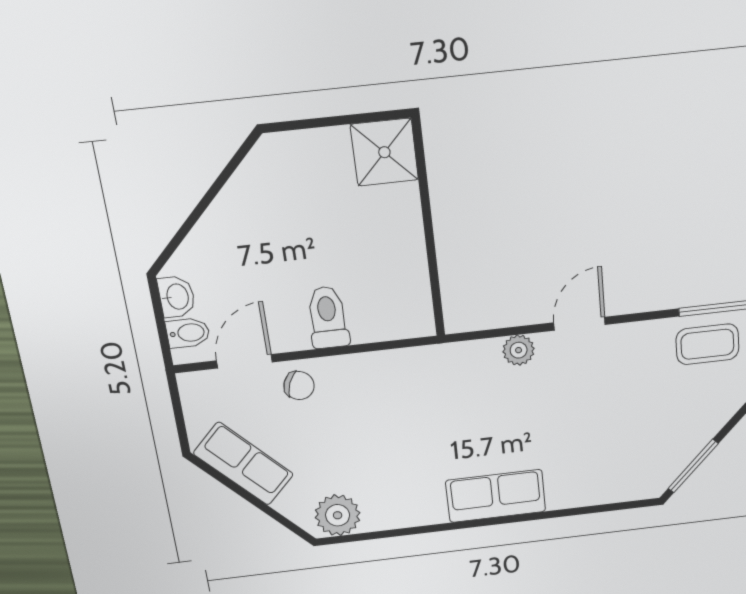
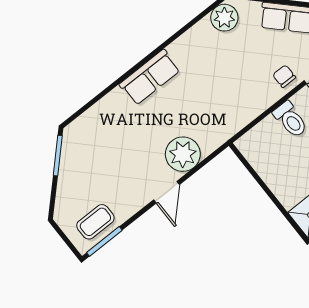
plant: (519, 350) -> (183, 154), width x1.88, depth x1.88
chair: (299, 386) -> (284, 76), turned 68

